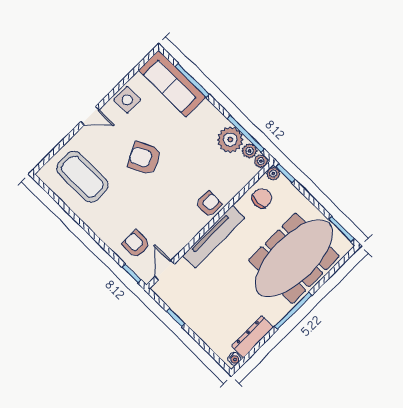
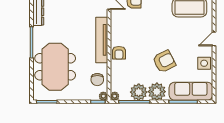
plant: (250, 151) -> (157, 92), moved, width x1.88, depth x1.88
armchair: (144, 158) -> (164, 61), moved
meeting table: (294, 258) -> (55, 67), width x0.73

